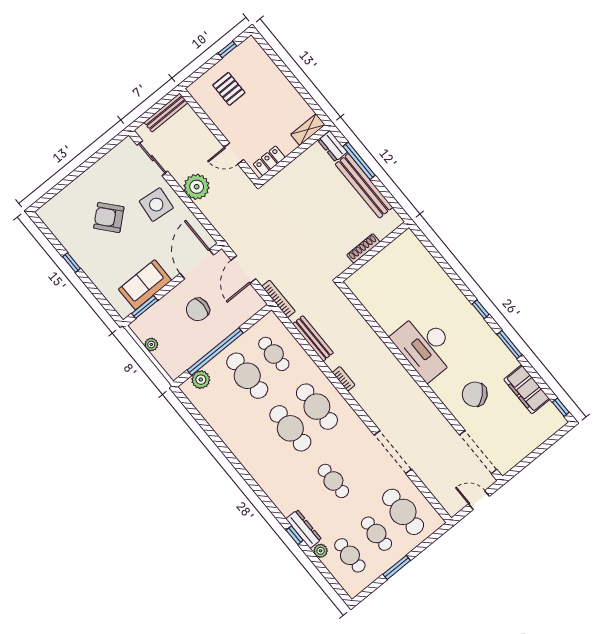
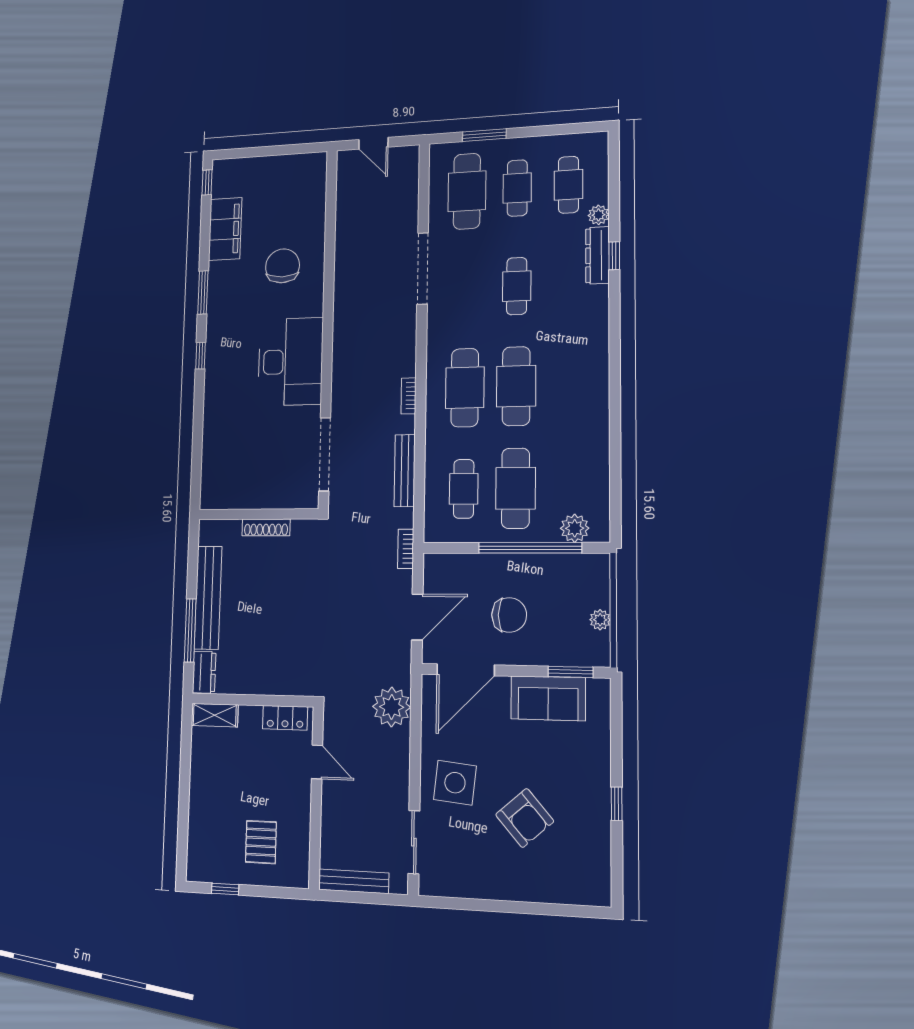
plant: (197, 187) -> (392, 707), moved
bookcase: (278, 299) -> (406, 549), width x0.64
chair: (475, 394) -> (282, 266), turned -139
doorway: (478, 452) -> (325, 454), moved
window: (397, 567) -> (484, 135), moved

